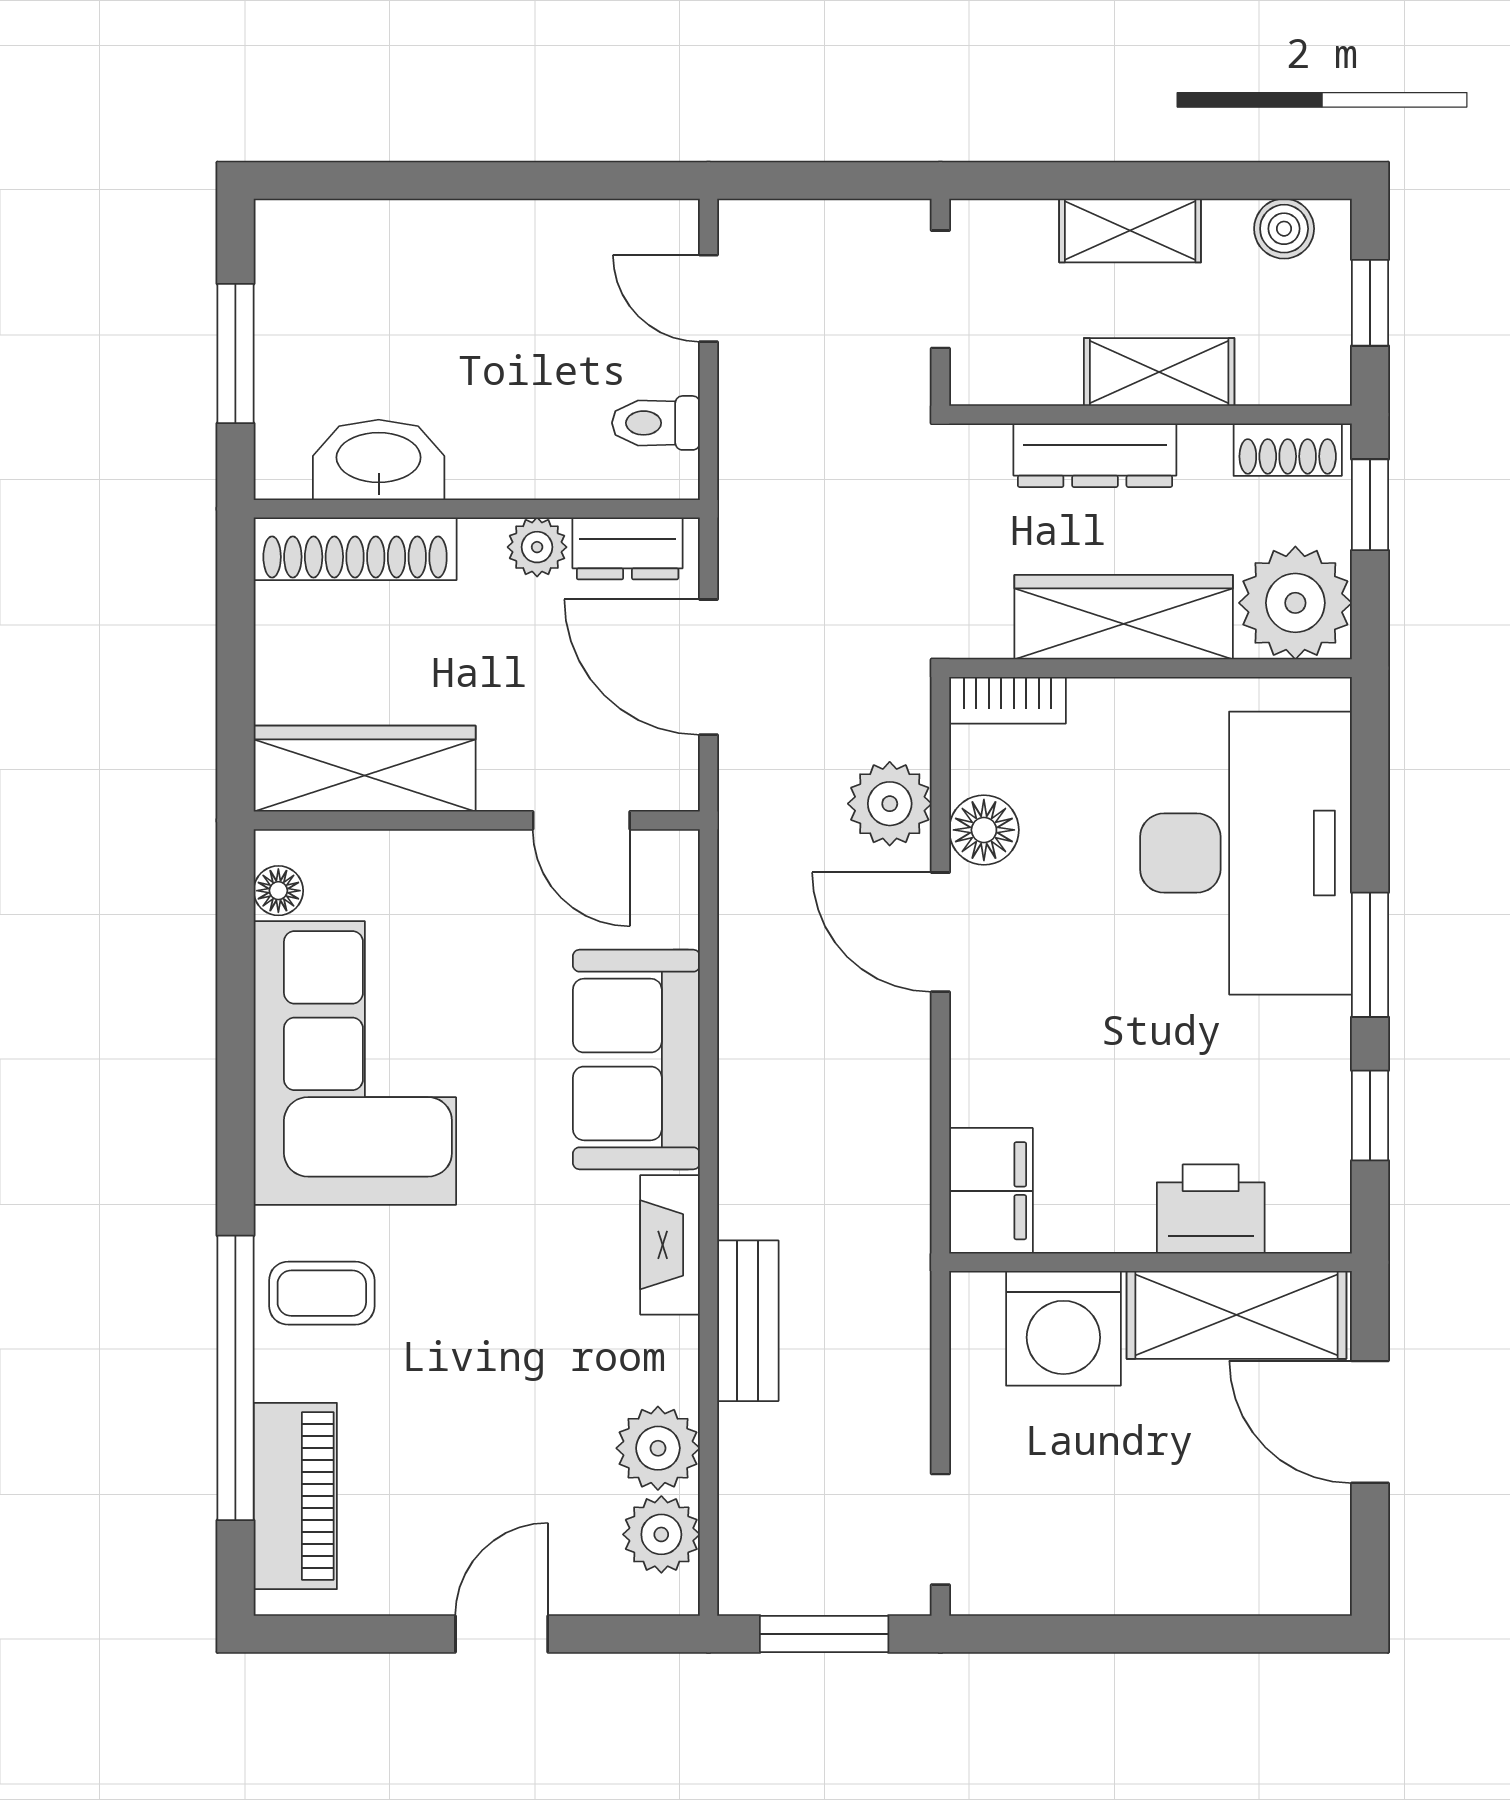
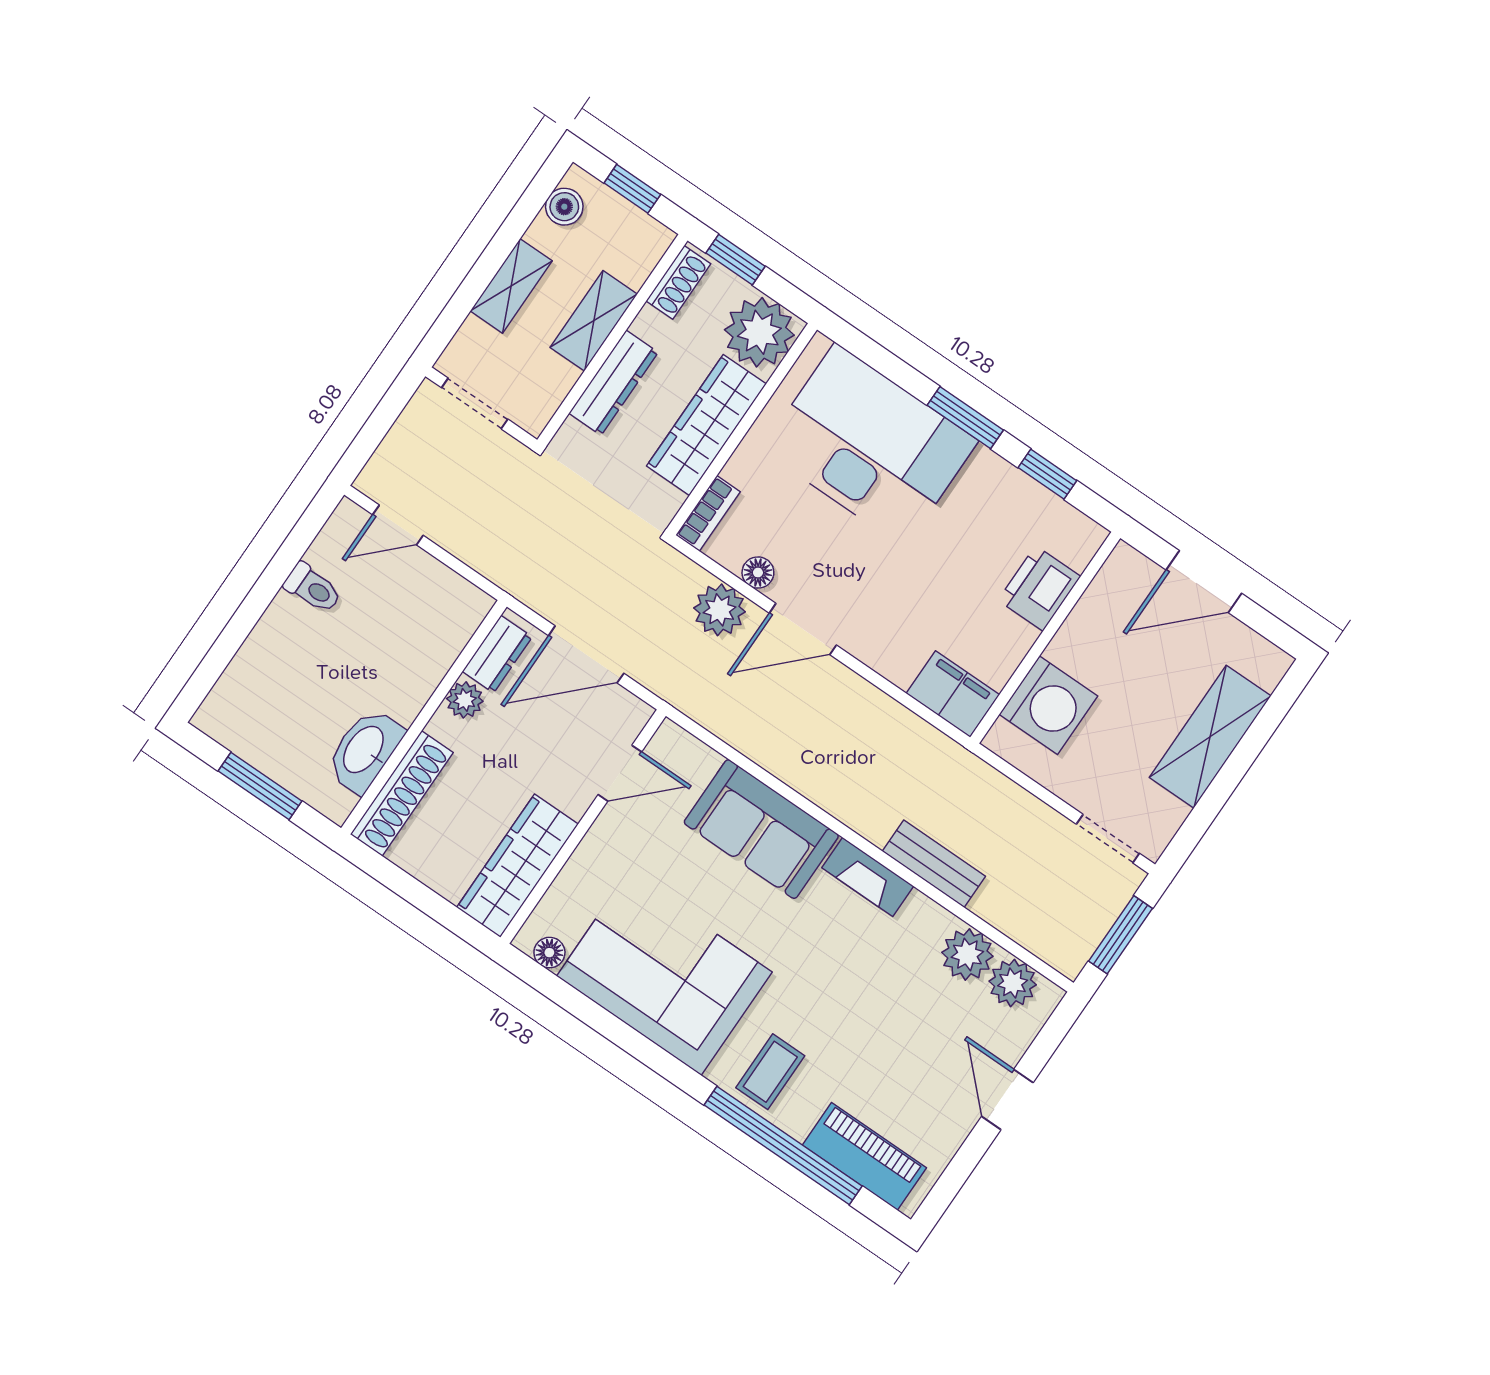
toilet: (656, 423) -> (313, 588), moved, turned -90
floor lamp: (984, 830) -> (758, 573), width x0.73, depth x0.73
shelving: (1236, 1315) -> (1210, 737), moved

